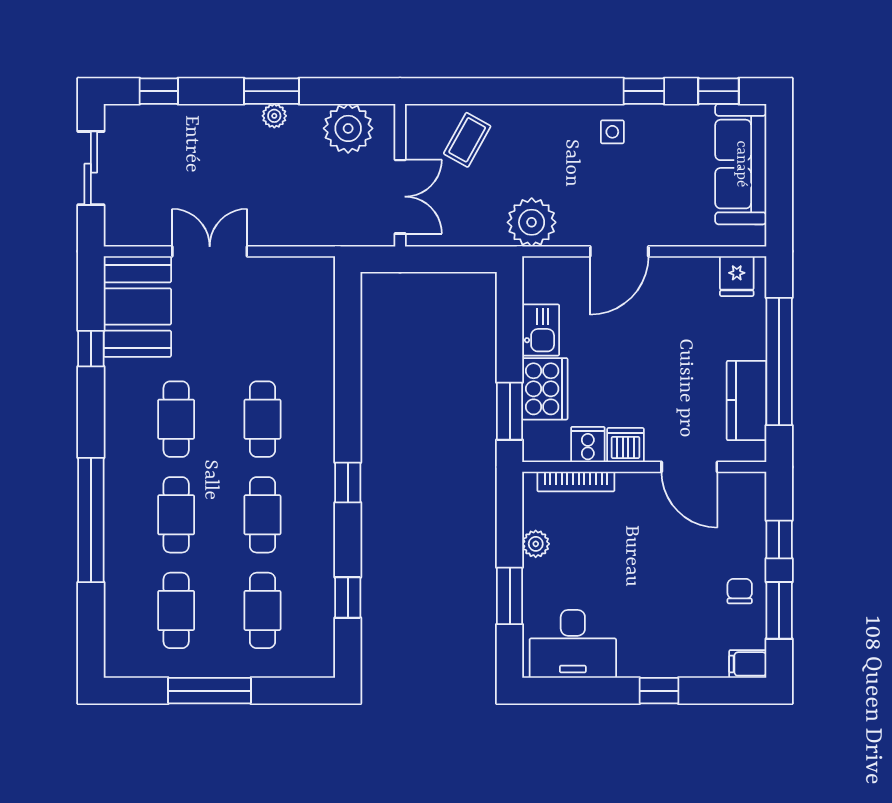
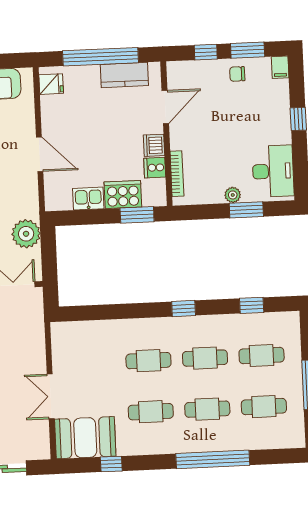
plant: (532, 222) -> (26, 234), moved
plant: (536, 544) -> (233, 195), moved

